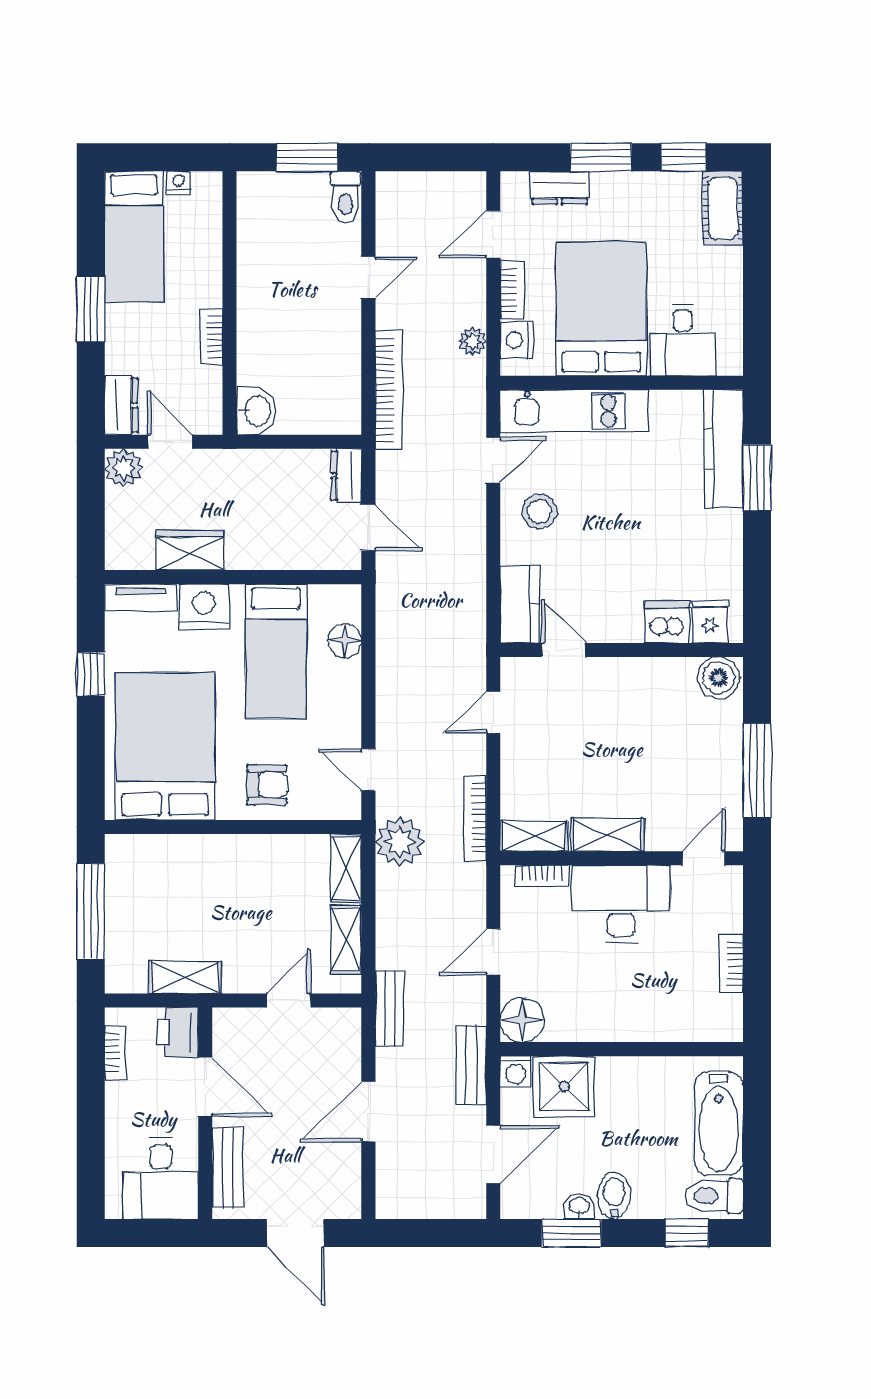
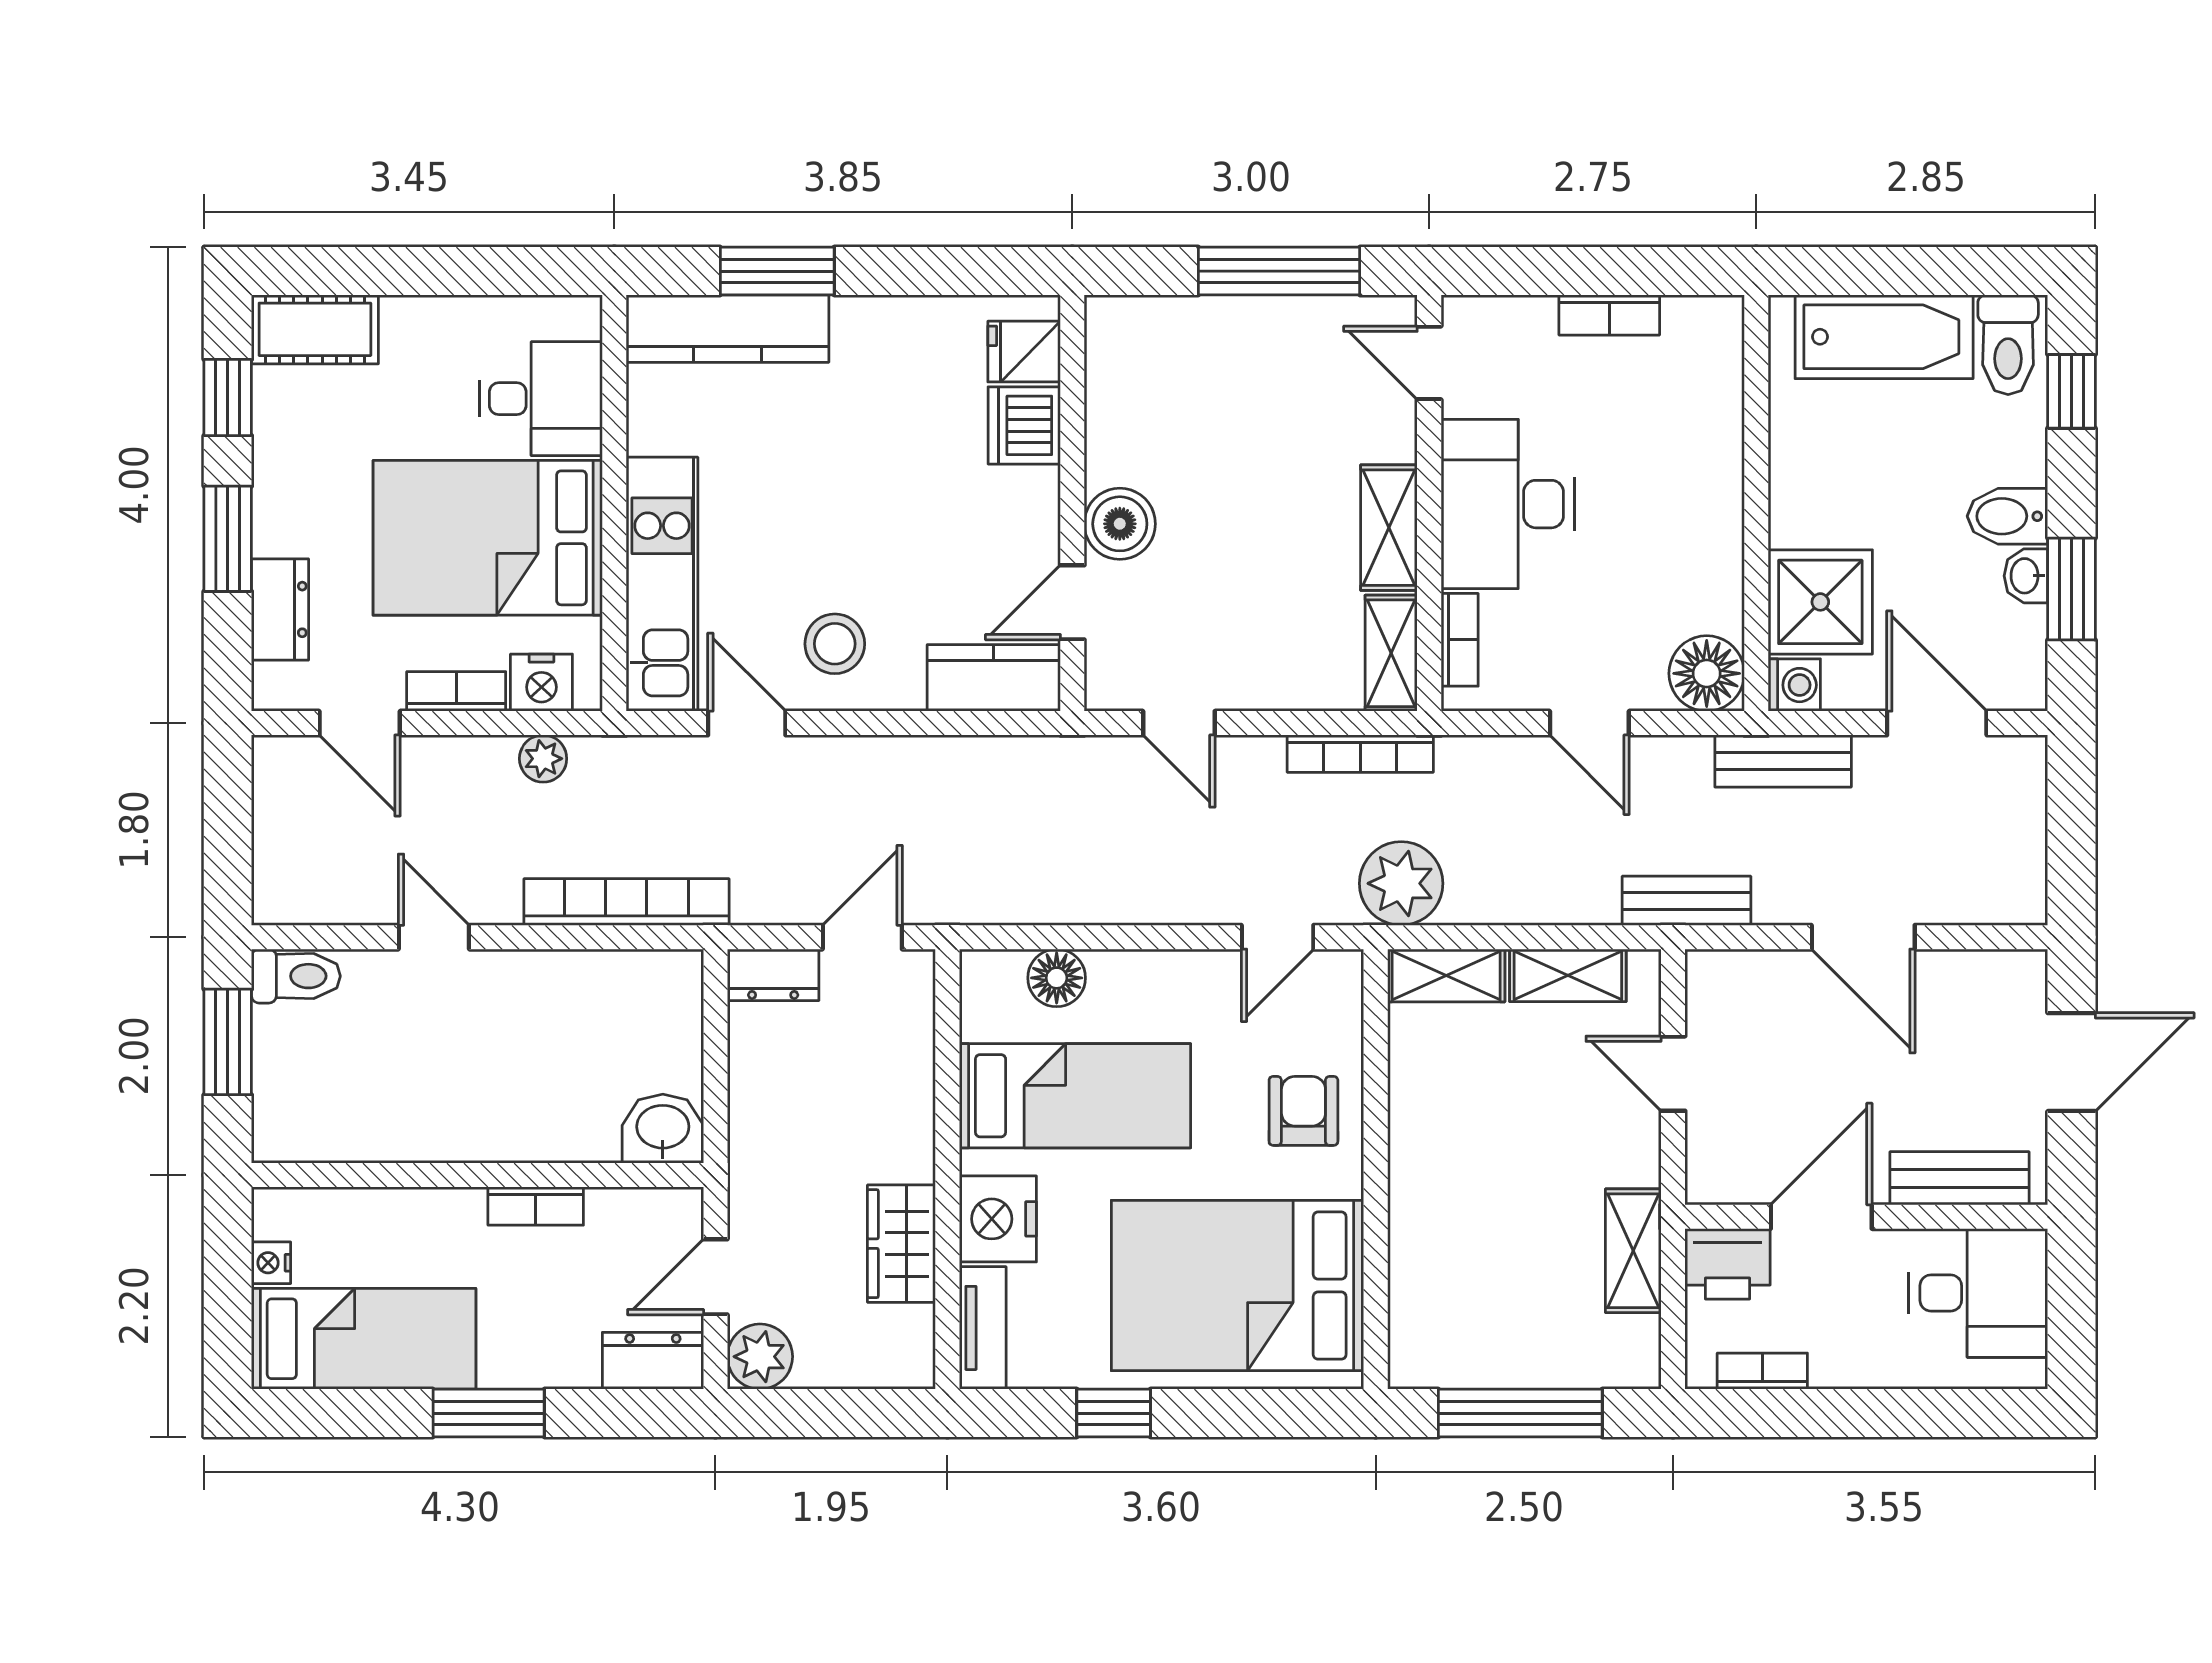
boiler: (719, 678) -> (1120, 524), moved

